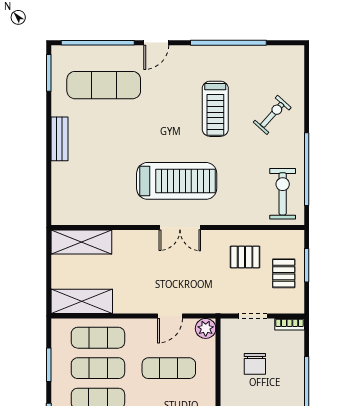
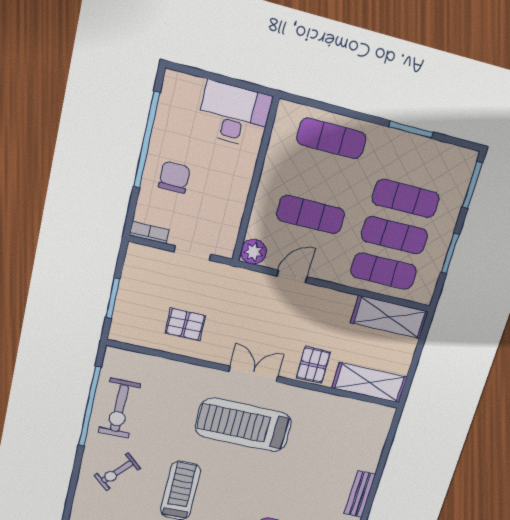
exercise bike: (283, 194) -> (119, 408), moved
pallet: (284, 273) -> (313, 365), moved
chair: (255, 364) -> (174, 177), moved

